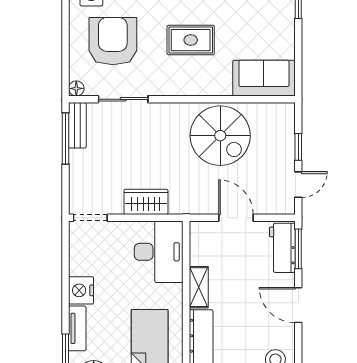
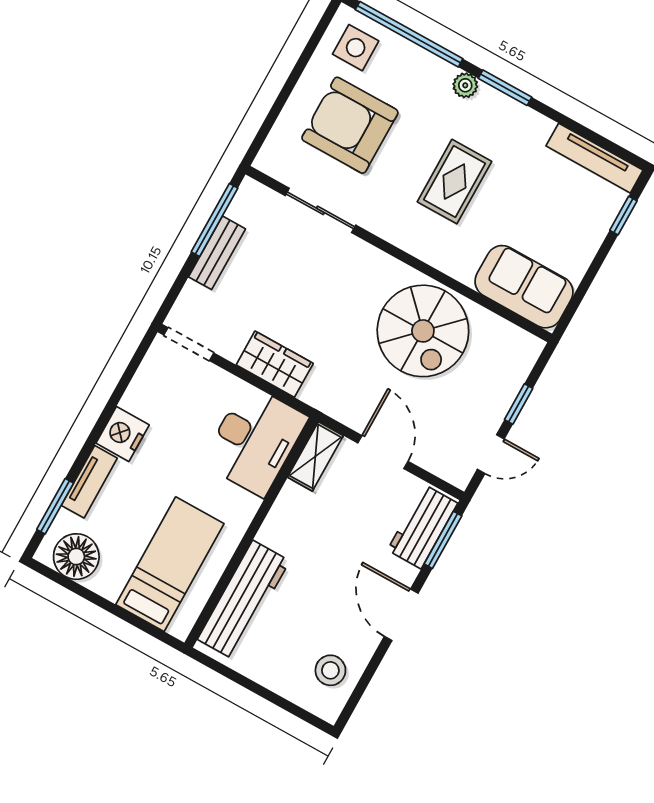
rug: (191, 40) -> (454, 182), turned 90
armchair: (113, 41) -> (350, 125), turned -90
floor lamp: (76, 88) -> (266, 161), removed
bench: (77, 125) -> (217, 253), moved
shelving: (199, 287) -> (315, 456), moved

